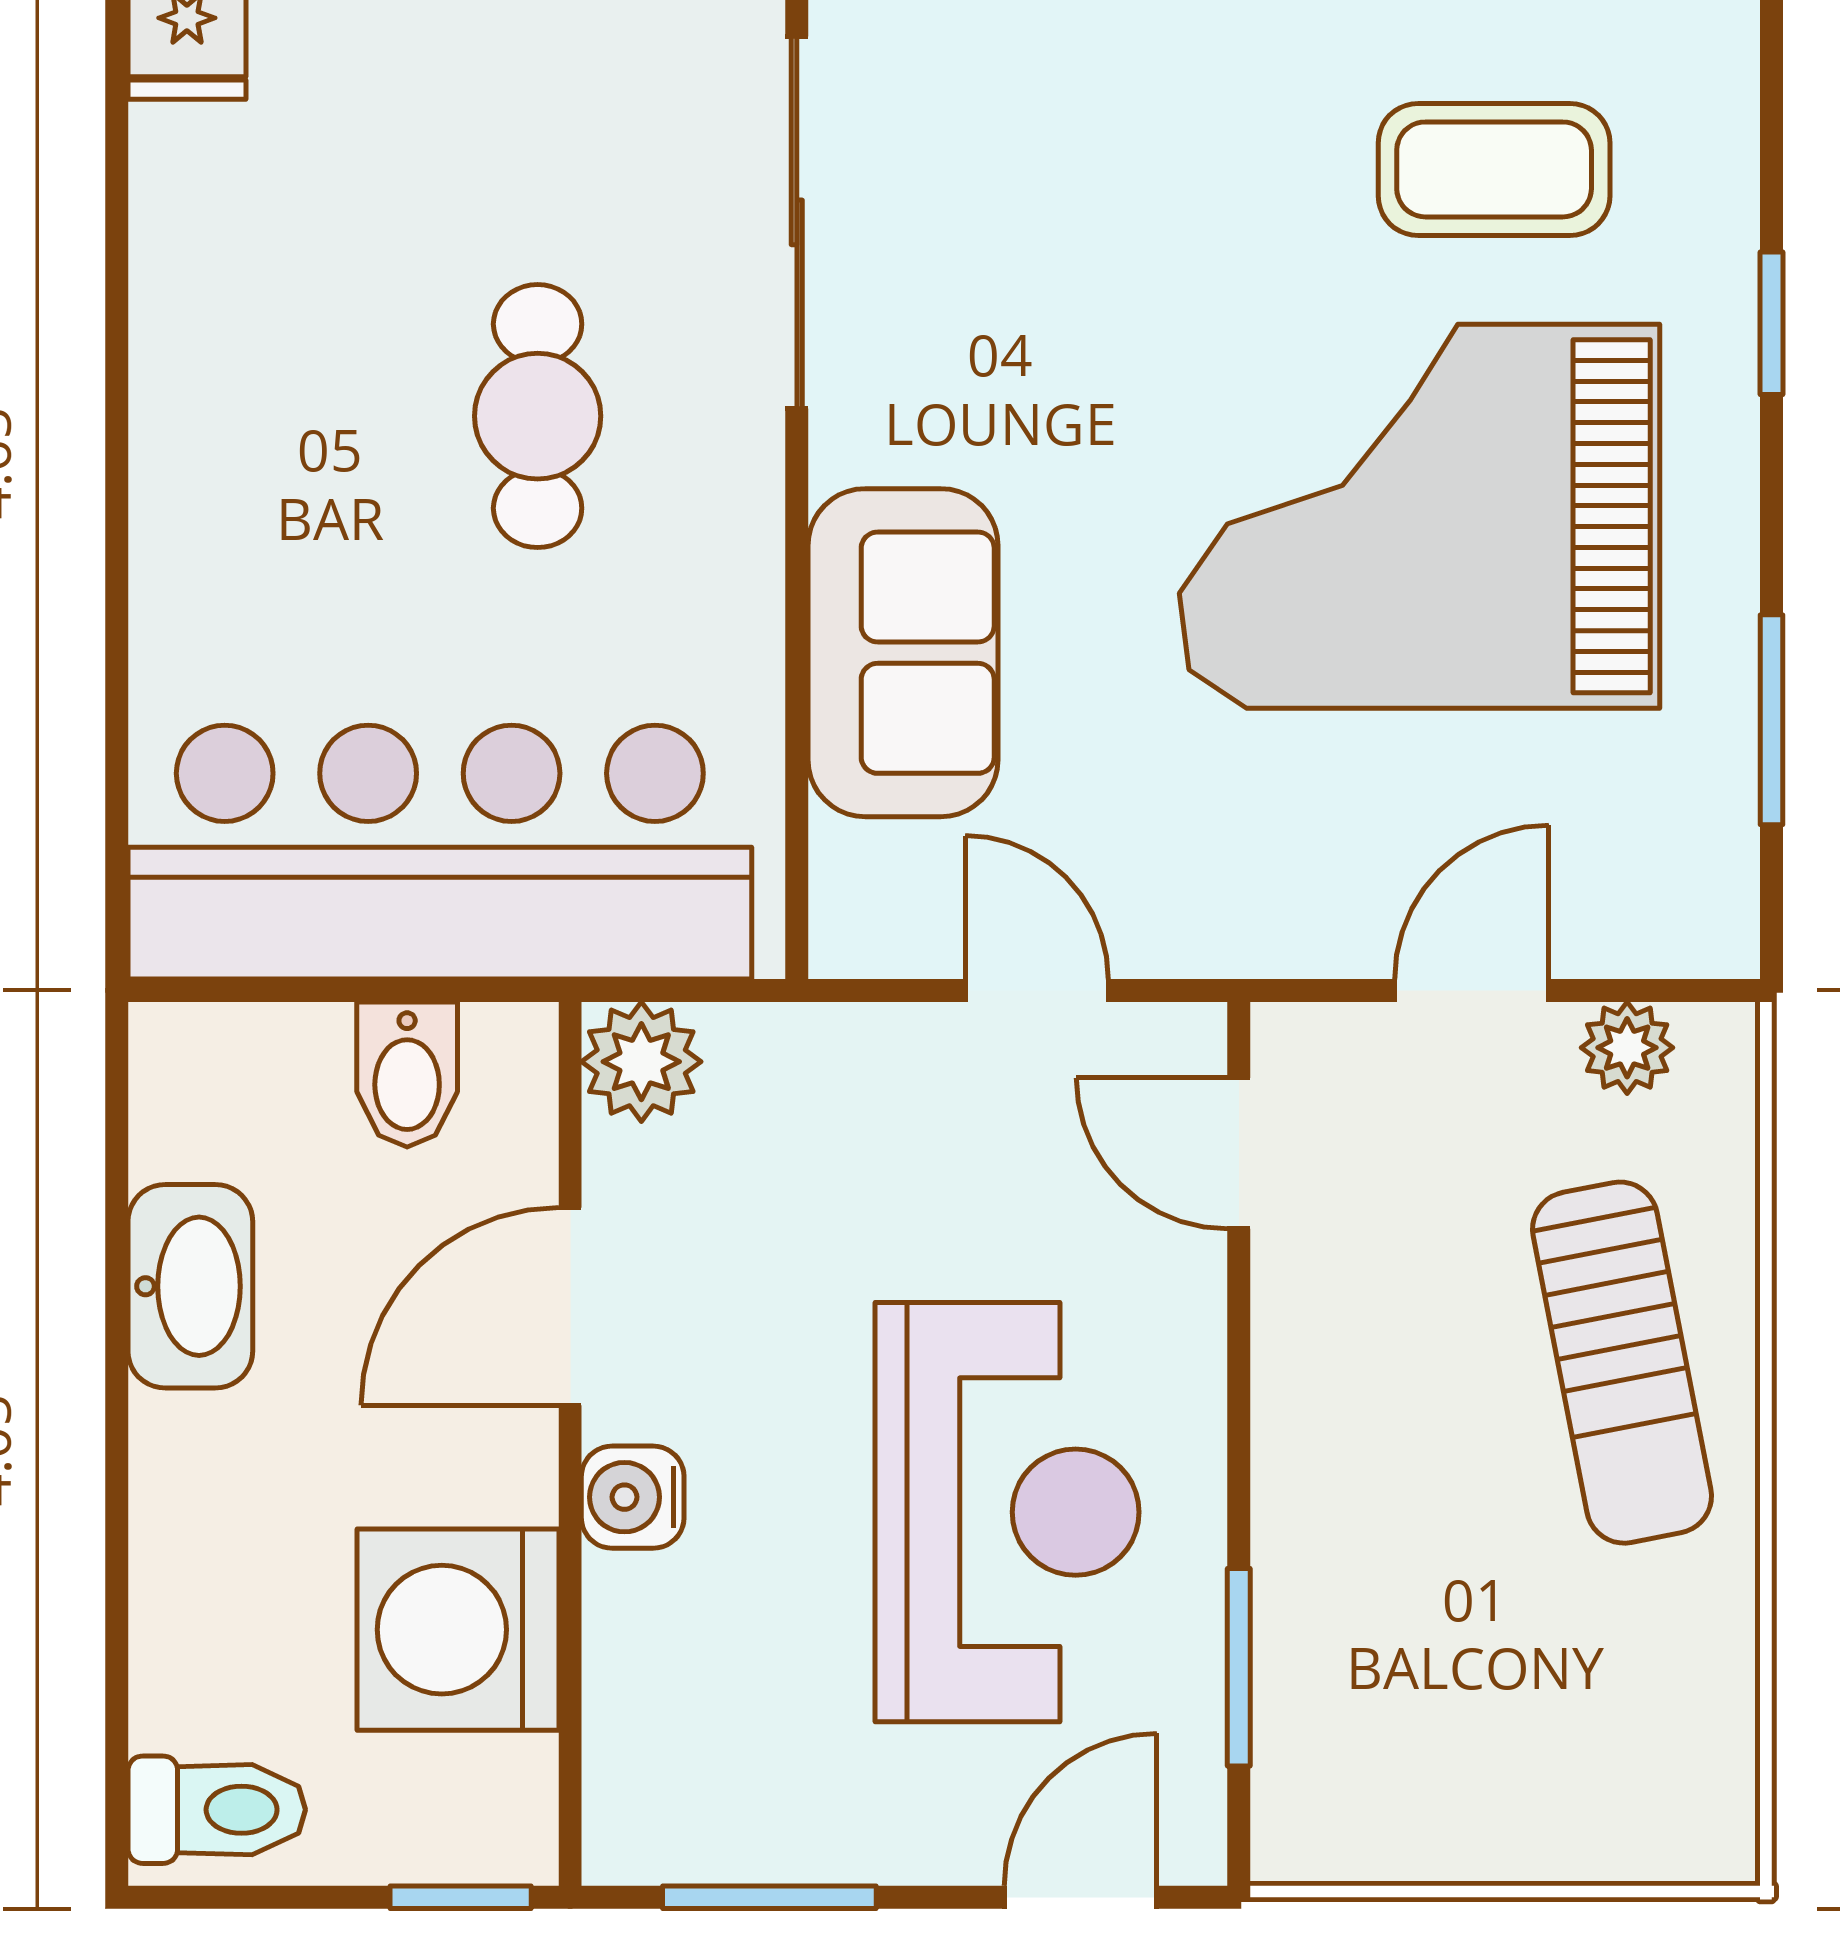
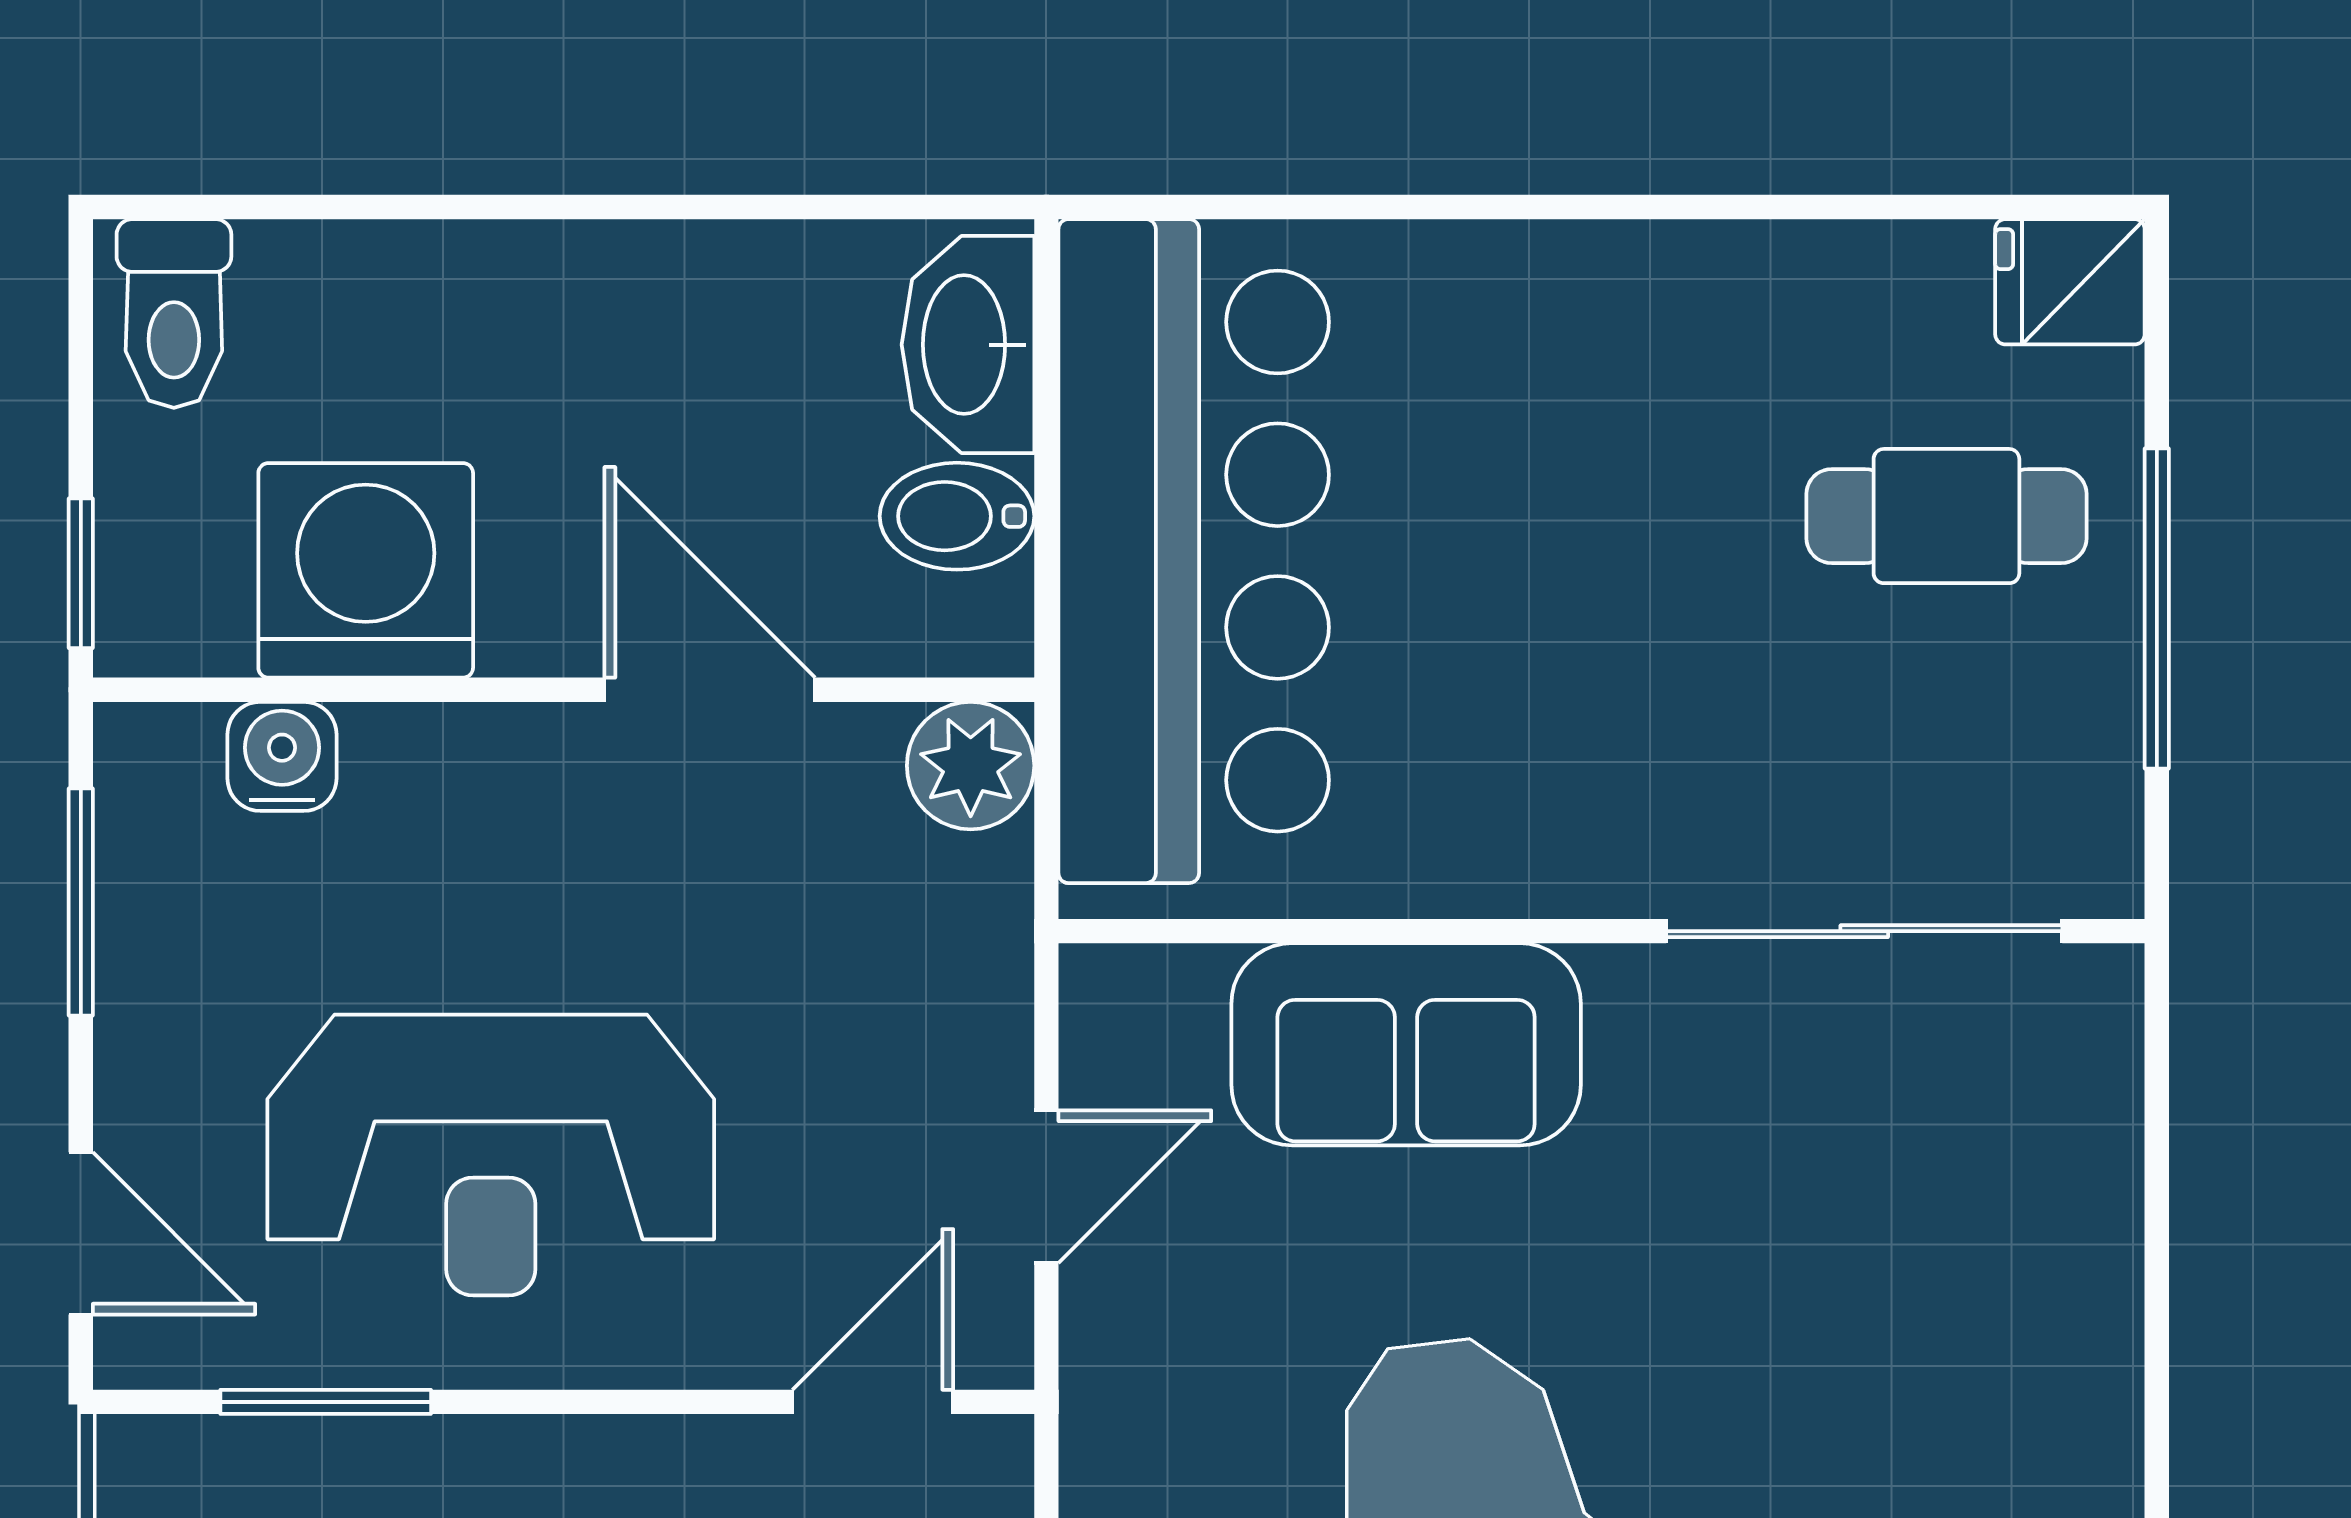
cafe table: (538, 416) -> (1946, 516), moved
washbasin: (190, 1286) -> (968, 345), moved, turned 90
water cooler: (633, 1497) -> (282, 756), moved

